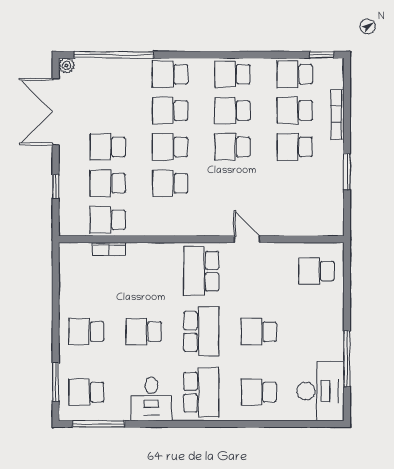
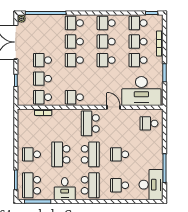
school desk: (170, 183) -> (74, 97), moved
desk: (301, 208) -> (141, 91), added
school desk: (144, 332) -> (61, 154), width x1.85
school desk: (86, 392) -> (31, 185), width x1.85

